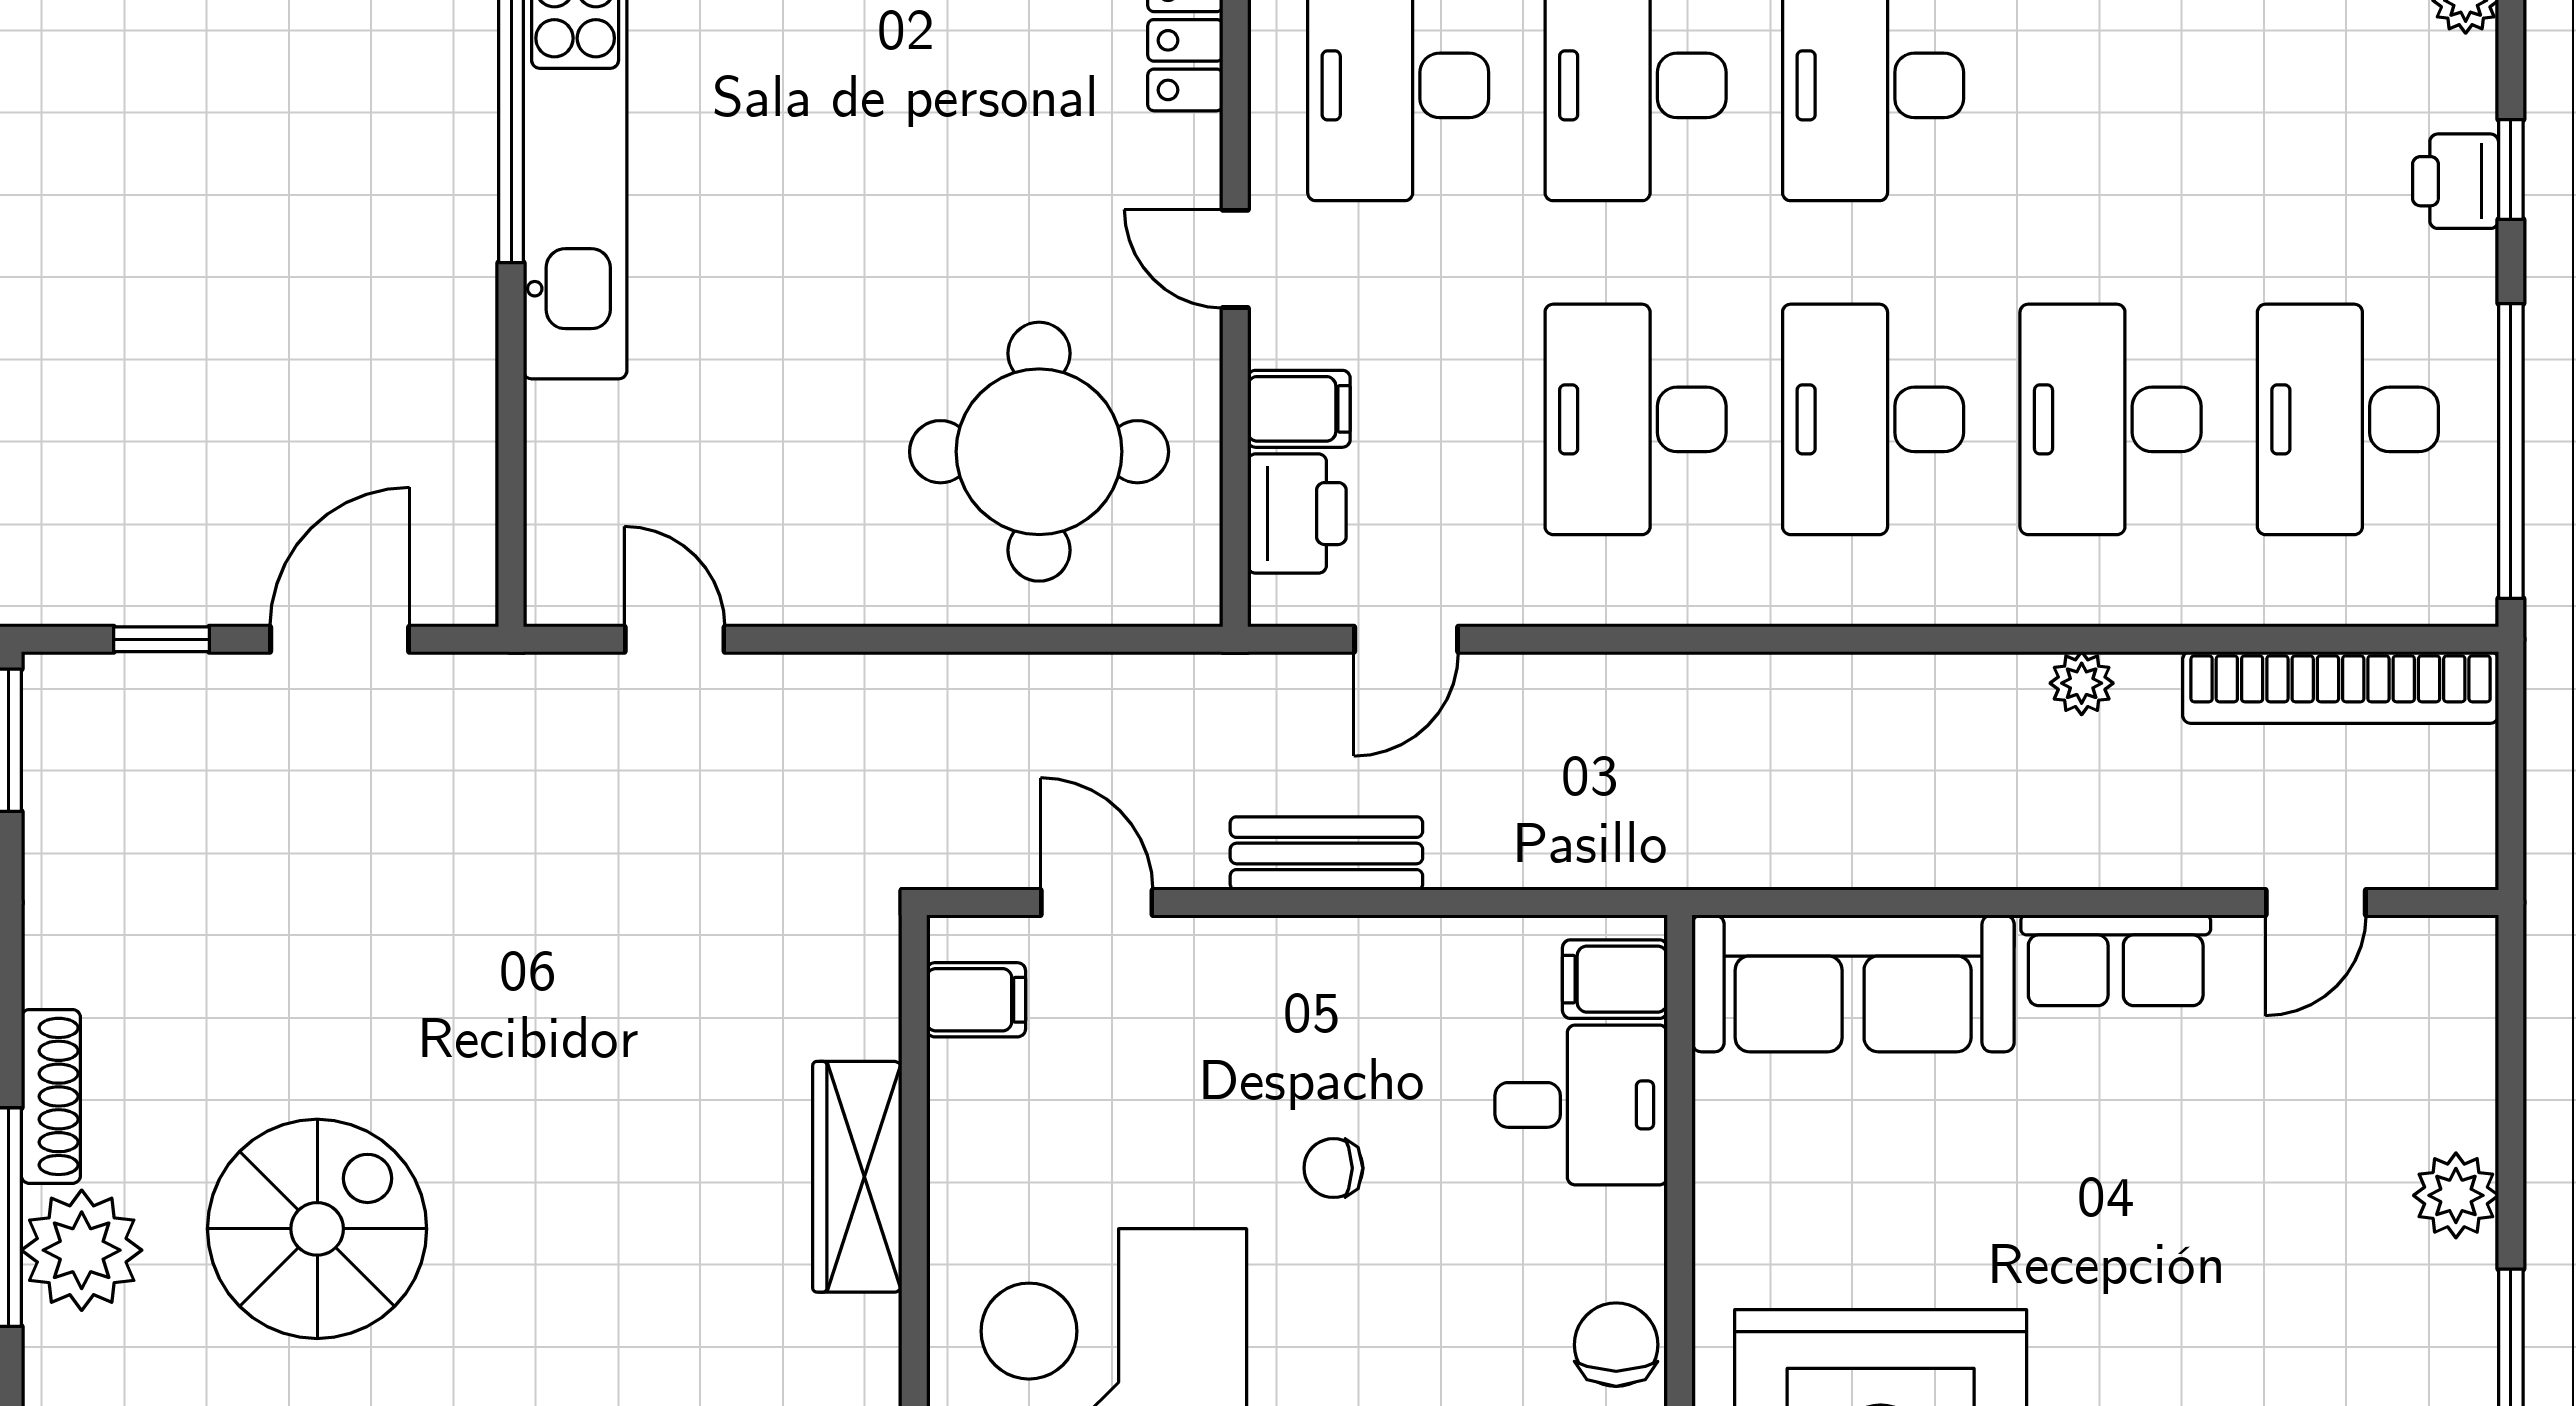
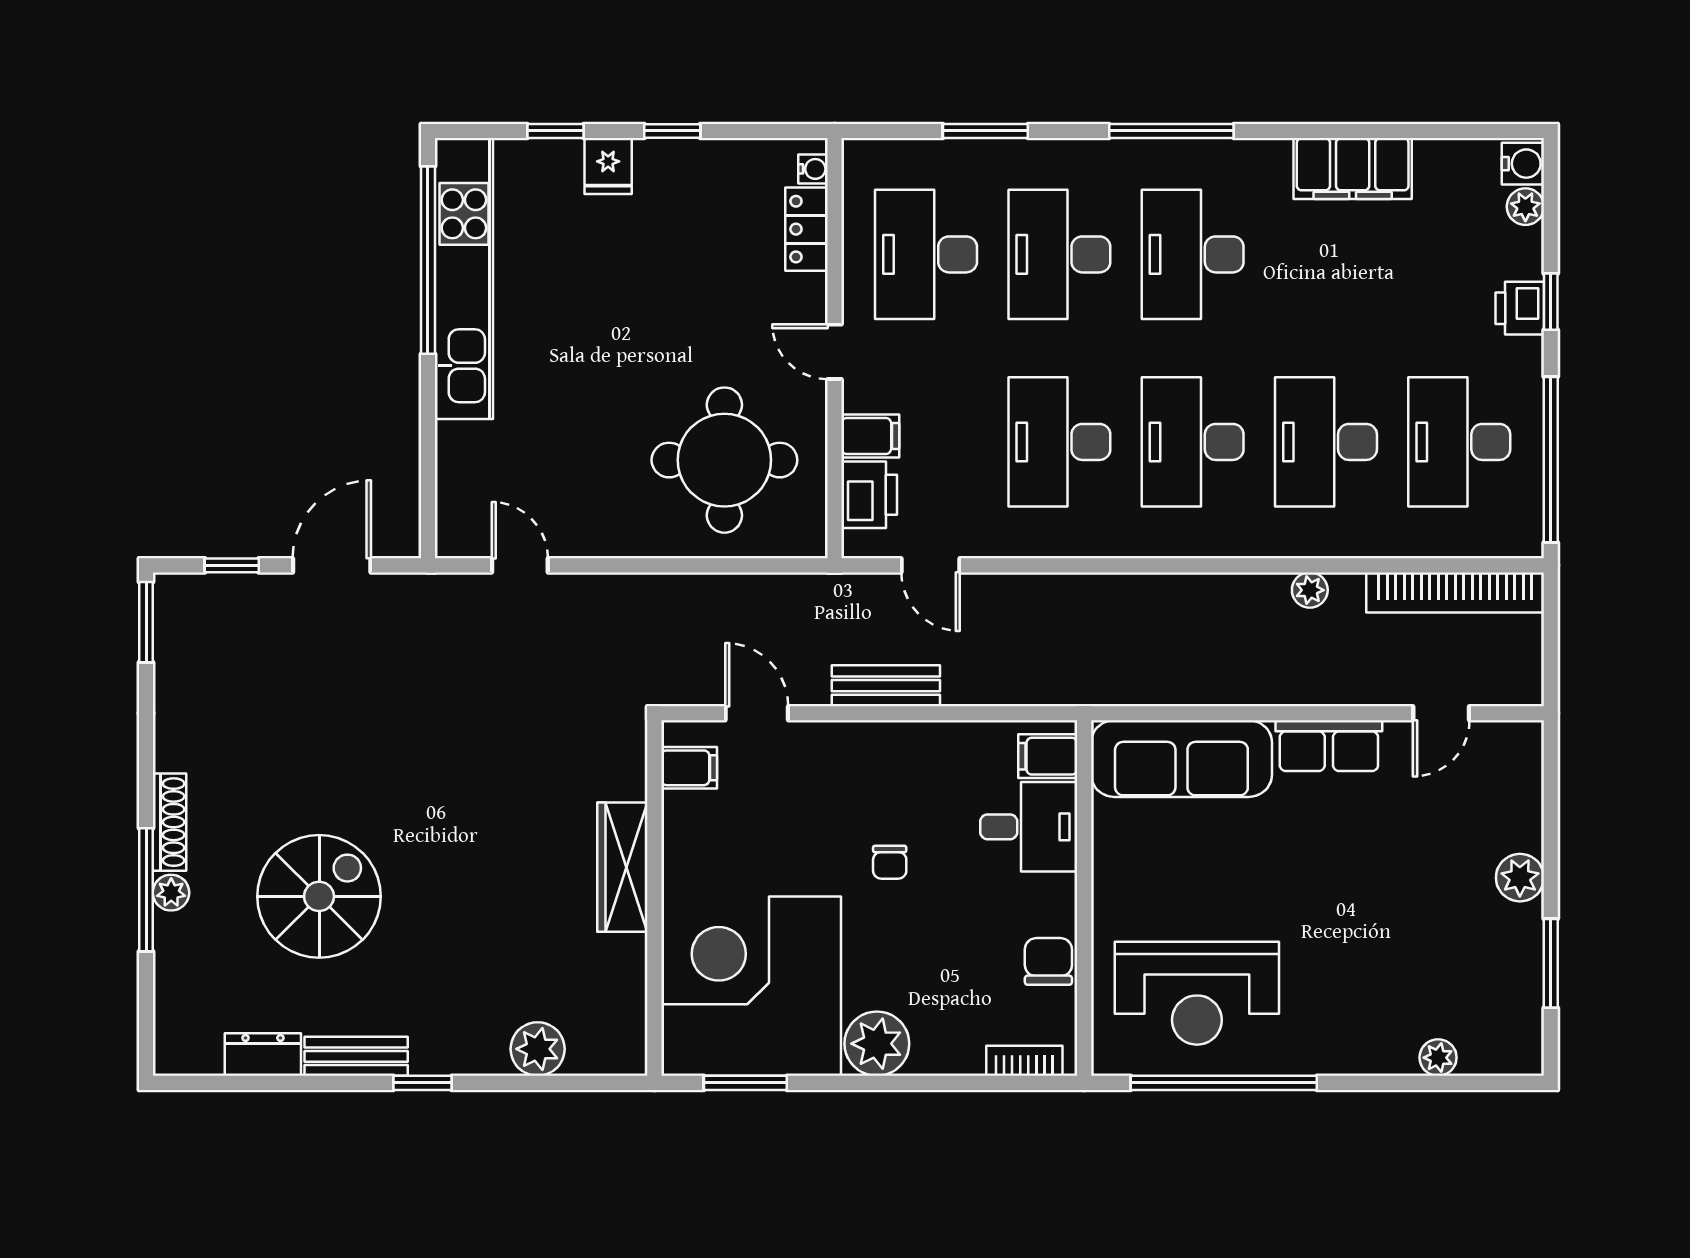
door: (1406, 639) -> (931, 565), hinge flipped
chair: (1333, 1168) -> (890, 862), turned -90
plant: (82, 1250) -> (171, 893), width x0.53, depth x0.53

